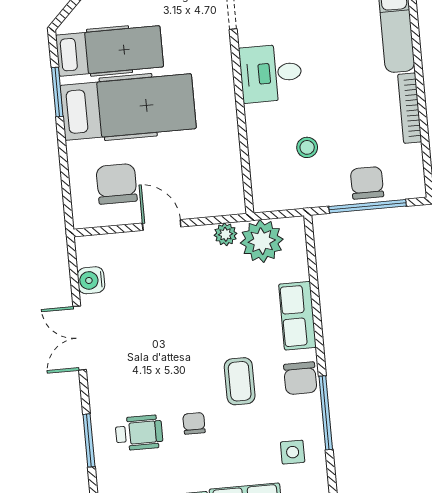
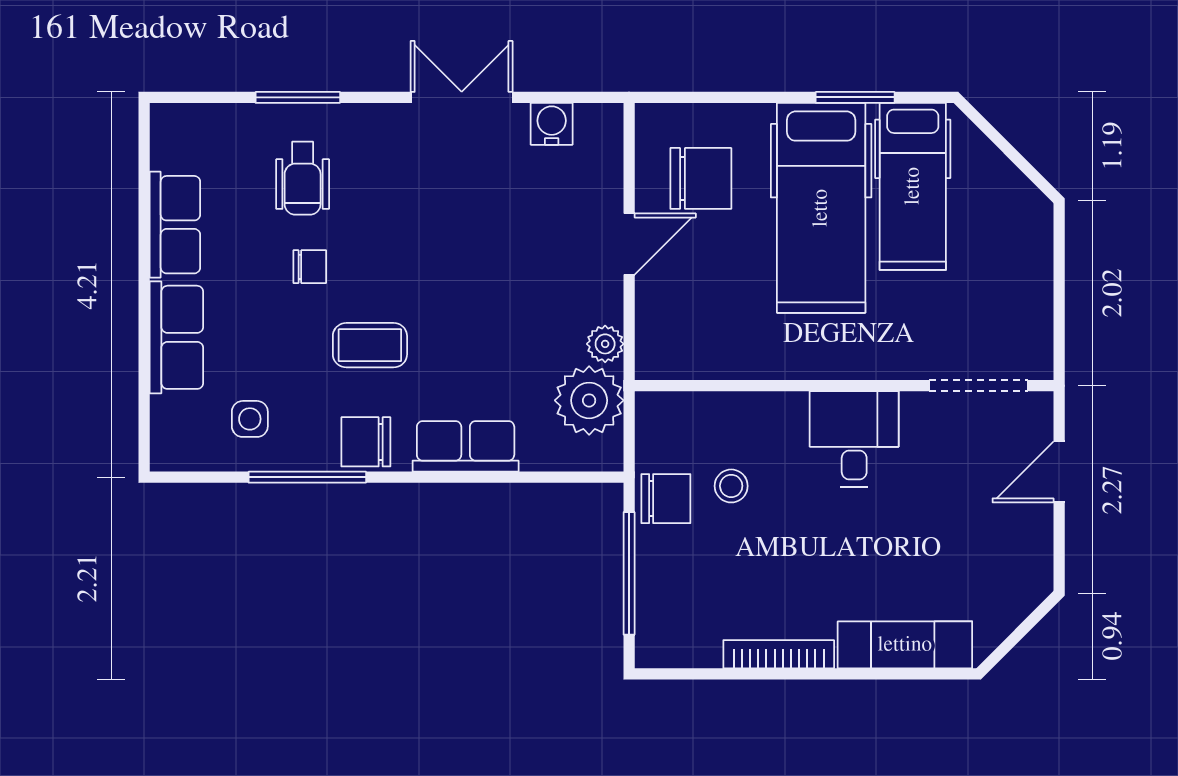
chair: (367, 183) -> (666, 499), moved

